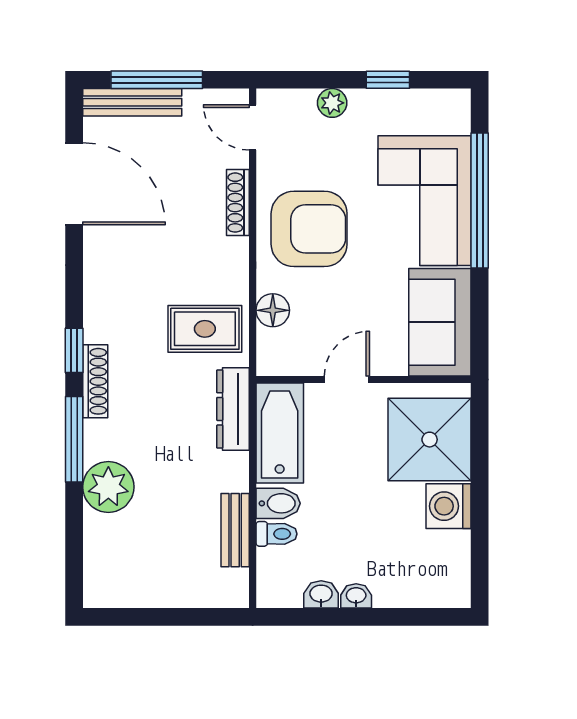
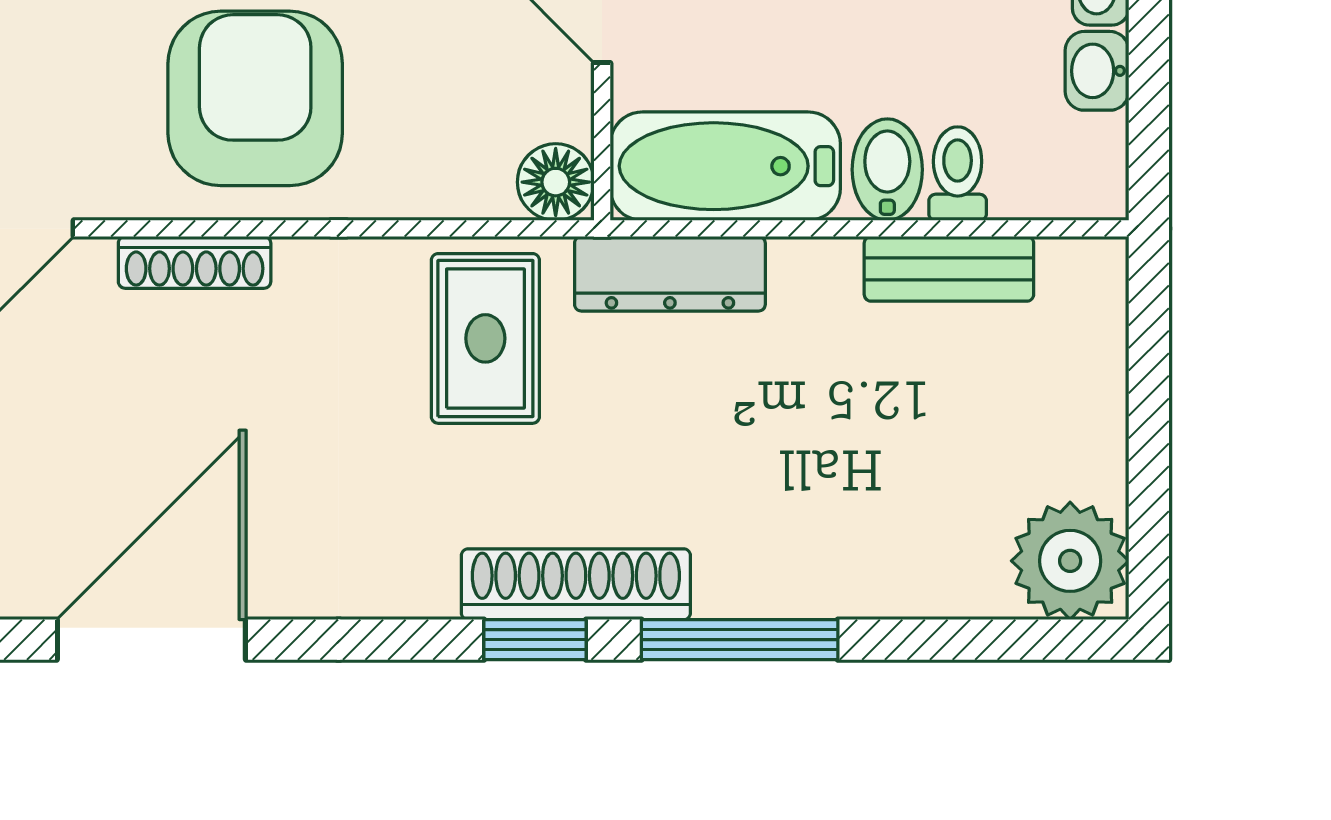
floor lamp: (273, 310) -> (556, 182), moved
shoe rack: (95, 381) -> (576, 584), width x1.36, depth x1.24
plant: (108, 487) -> (1070, 561), moved

